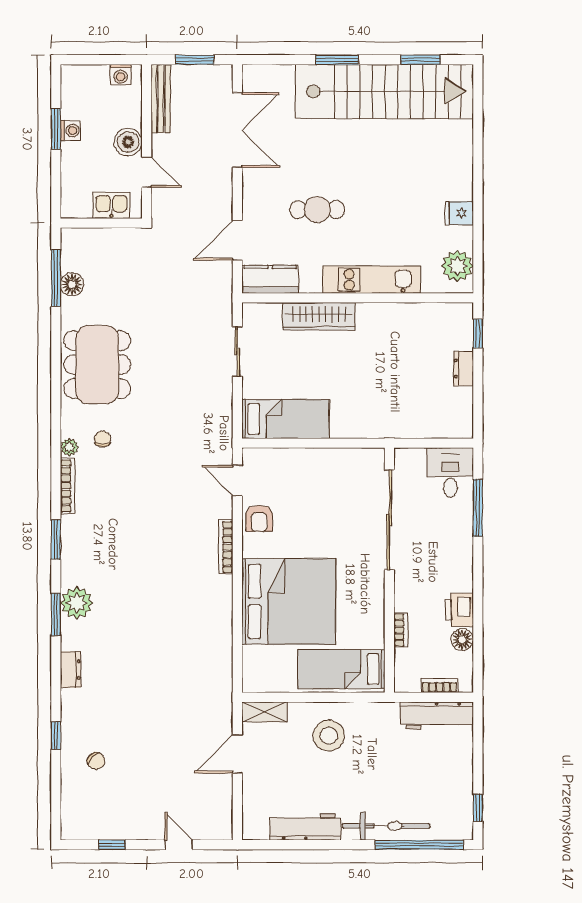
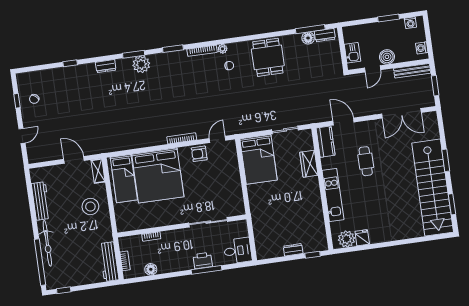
washing machine: (71, 131) -> (410, 23), moved
fridge: (459, 213) -> (362, 238), moved
dresser: (71, 252) -> (325, 35), added
wardrobe: (319, 316) -> (309, 164), width x0.67
dining table: (97, 365) -> (268, 57), width x0.73
bed: (285, 419) -> (259, 159), width x1.50
window: (478, 508) -> (207, 270), moved
sliding door: (389, 520) -> (208, 222), width x0.73
printer: (459, 610) -> (203, 261), moved
bed: (341, 669) -> (124, 179), moved, turned 180
chair: (96, 761) -> (34, 99), moved

